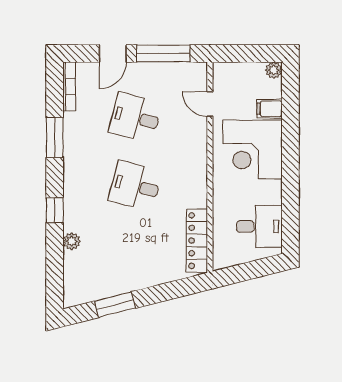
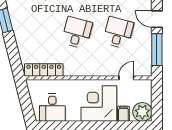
plant: (274, 70) -> (142, 112), width x1.88, depth x1.88

